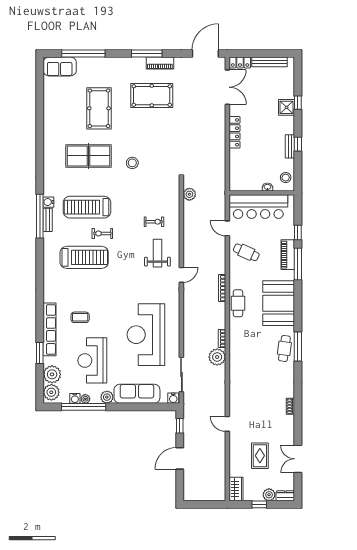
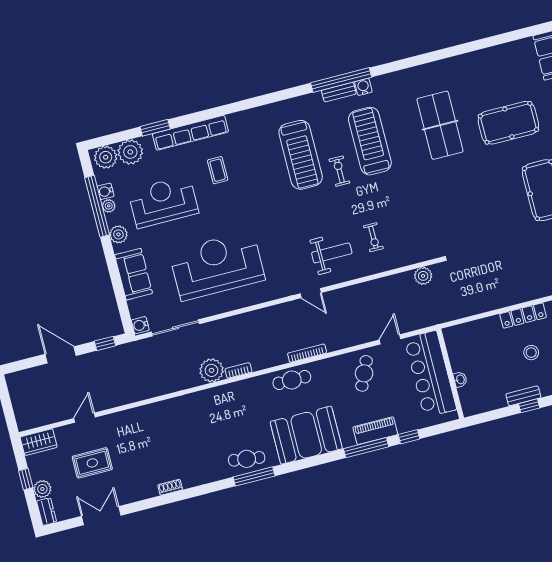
stool: (132, 163) -> (446, 187), removed
stool: (286, 178) -> (531, 353), moved
sofa: (137, 394) -> (134, 274), width x0.73
door: (227, 424) -> (85, 418), moved

